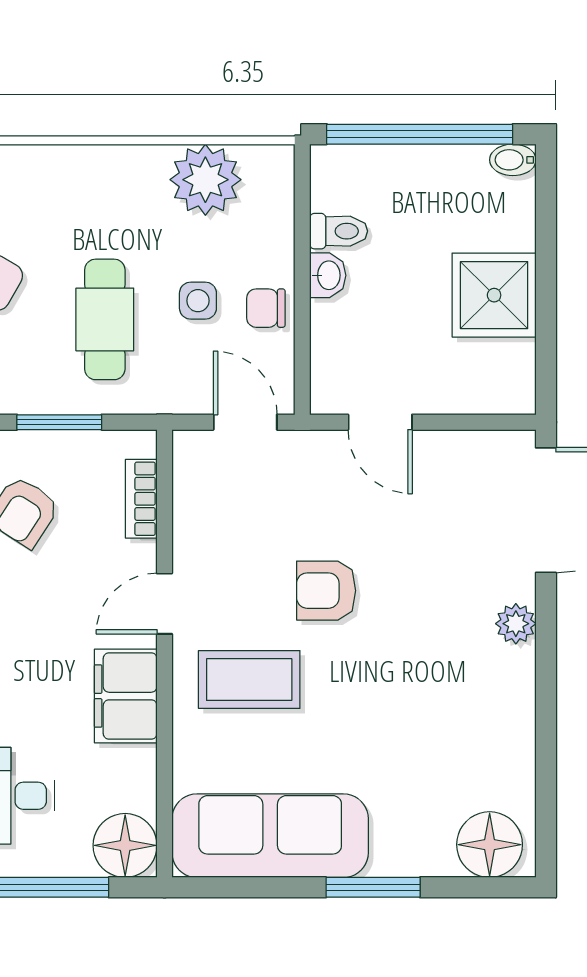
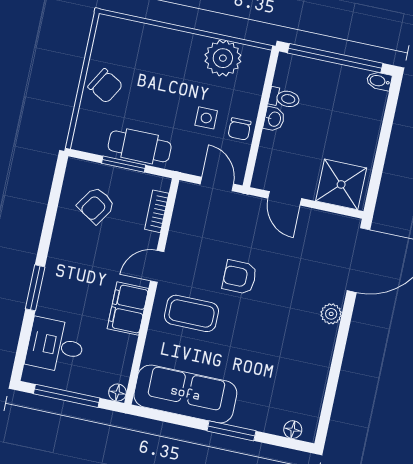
shower: (494, 295) -> (341, 184), moved
chair: (266, 308) -> (239, 129), turned -90
cafe table: (105, 319) -> (140, 146), moved, turned 90
floor lamp: (125, 845) -> (117, 393), width x0.53, depth x0.53
floor lamp: (490, 845) -> (293, 430), width x0.53, depth x0.53

